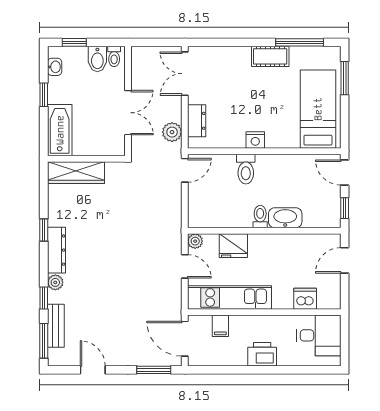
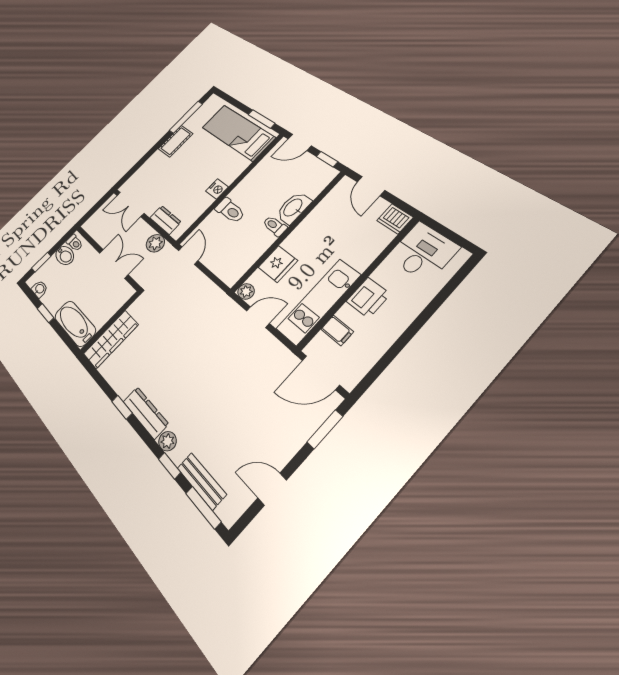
window: (345, 78) -> (262, 119), moved
dishwasher: (305, 299) -> (395, 219), moved, turned -90
printer: (262, 354) -> (368, 298), moved, turned 180

